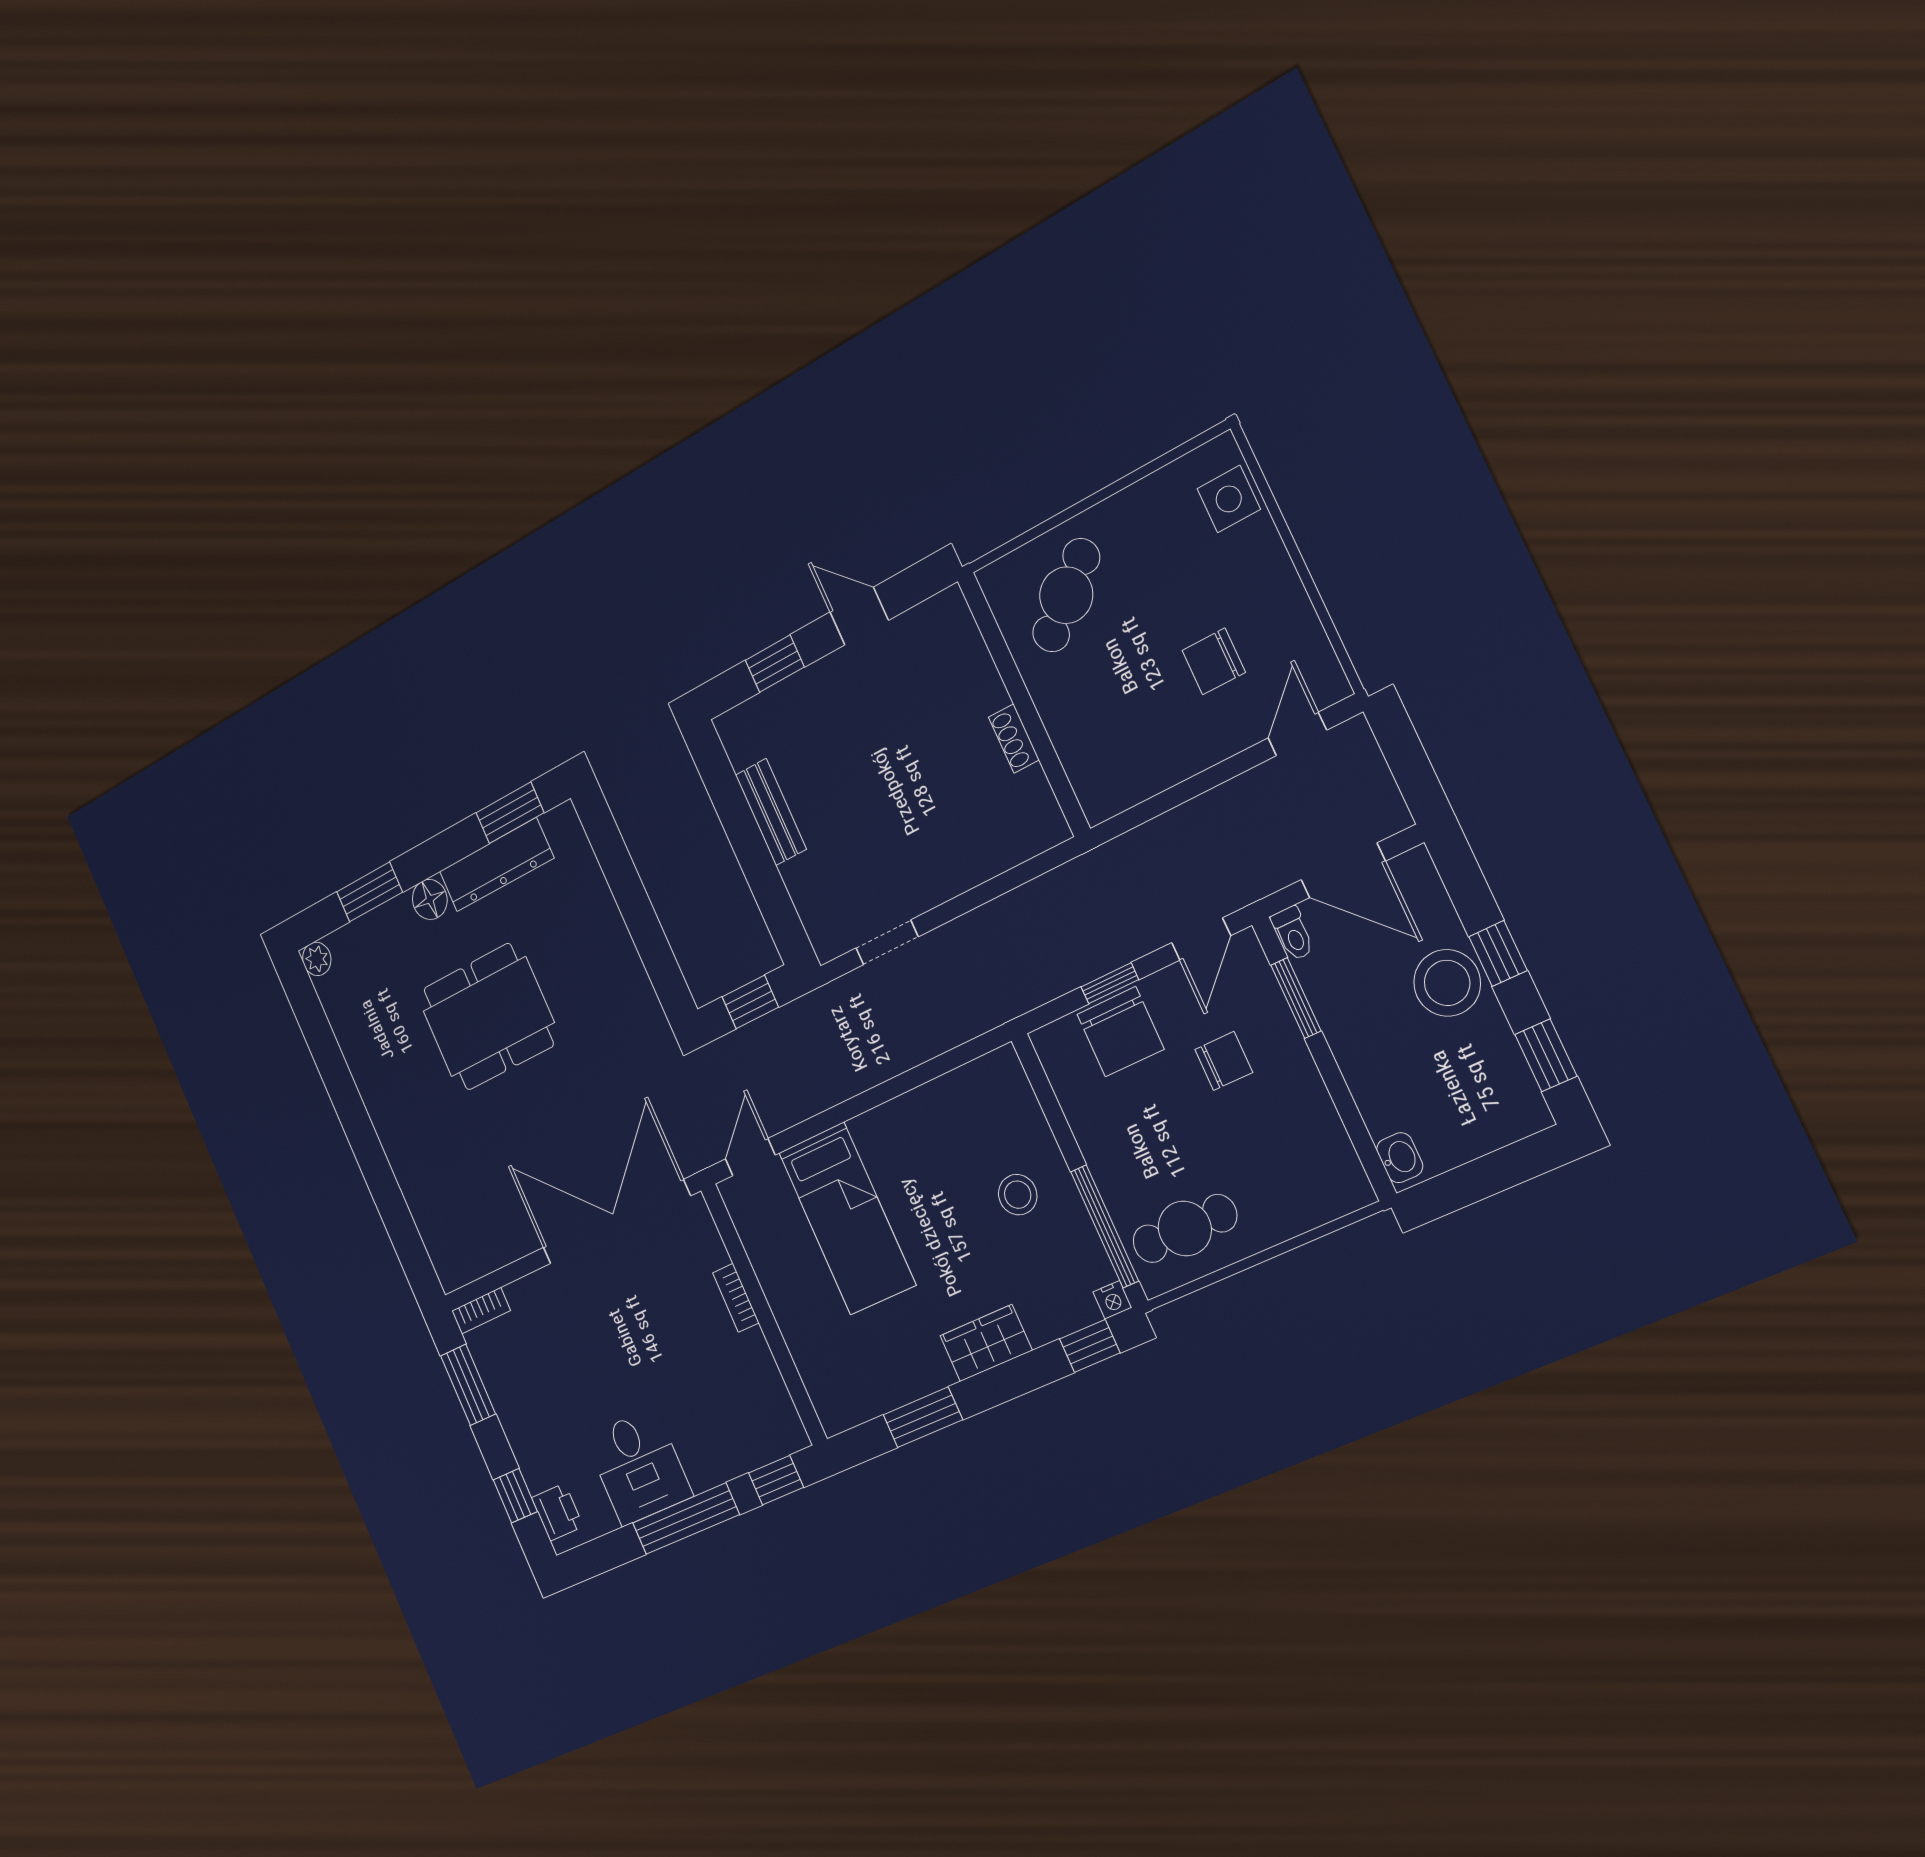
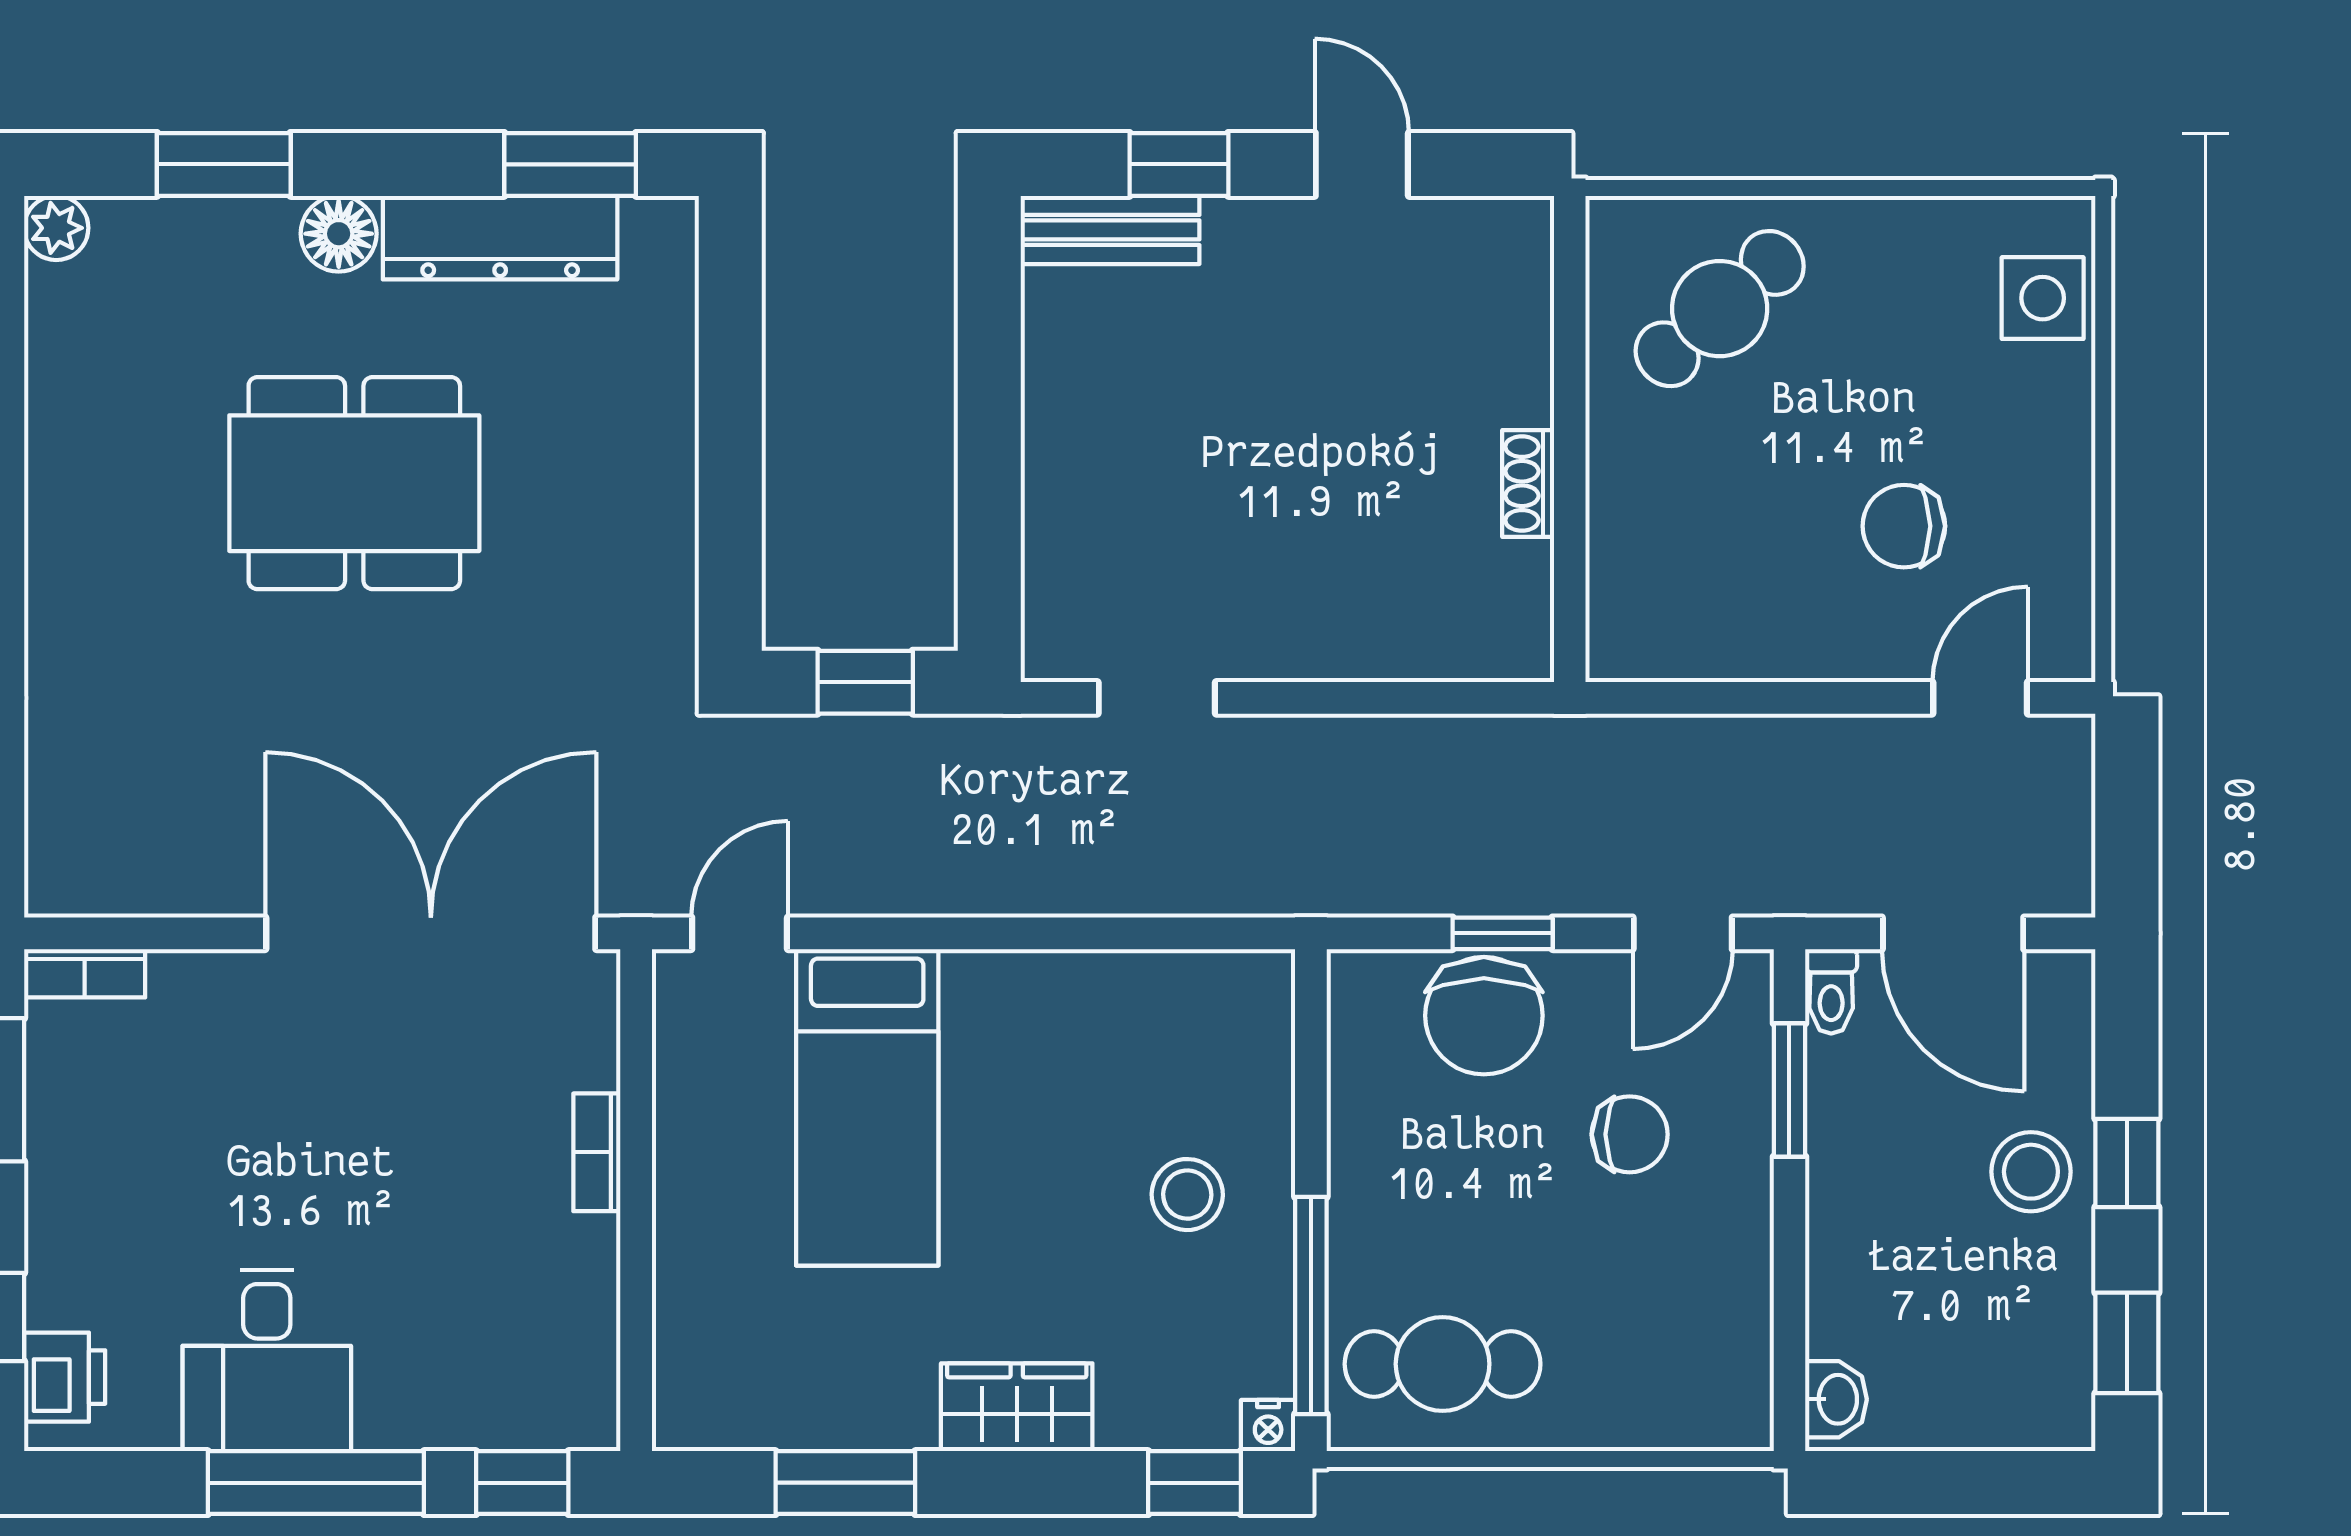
bench: (771, 812) -> (1110, 230), moved, turned 90
stool: (1447, 983) -> (2031, 1172), width x0.73, depth x0.73

